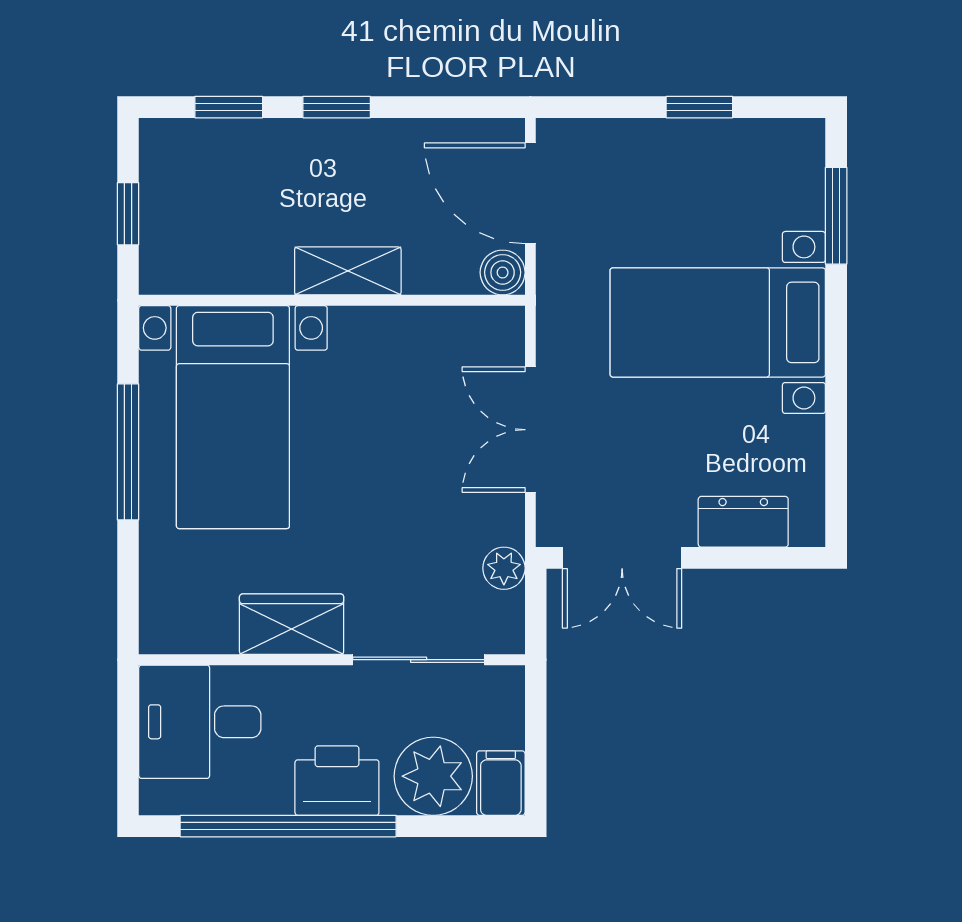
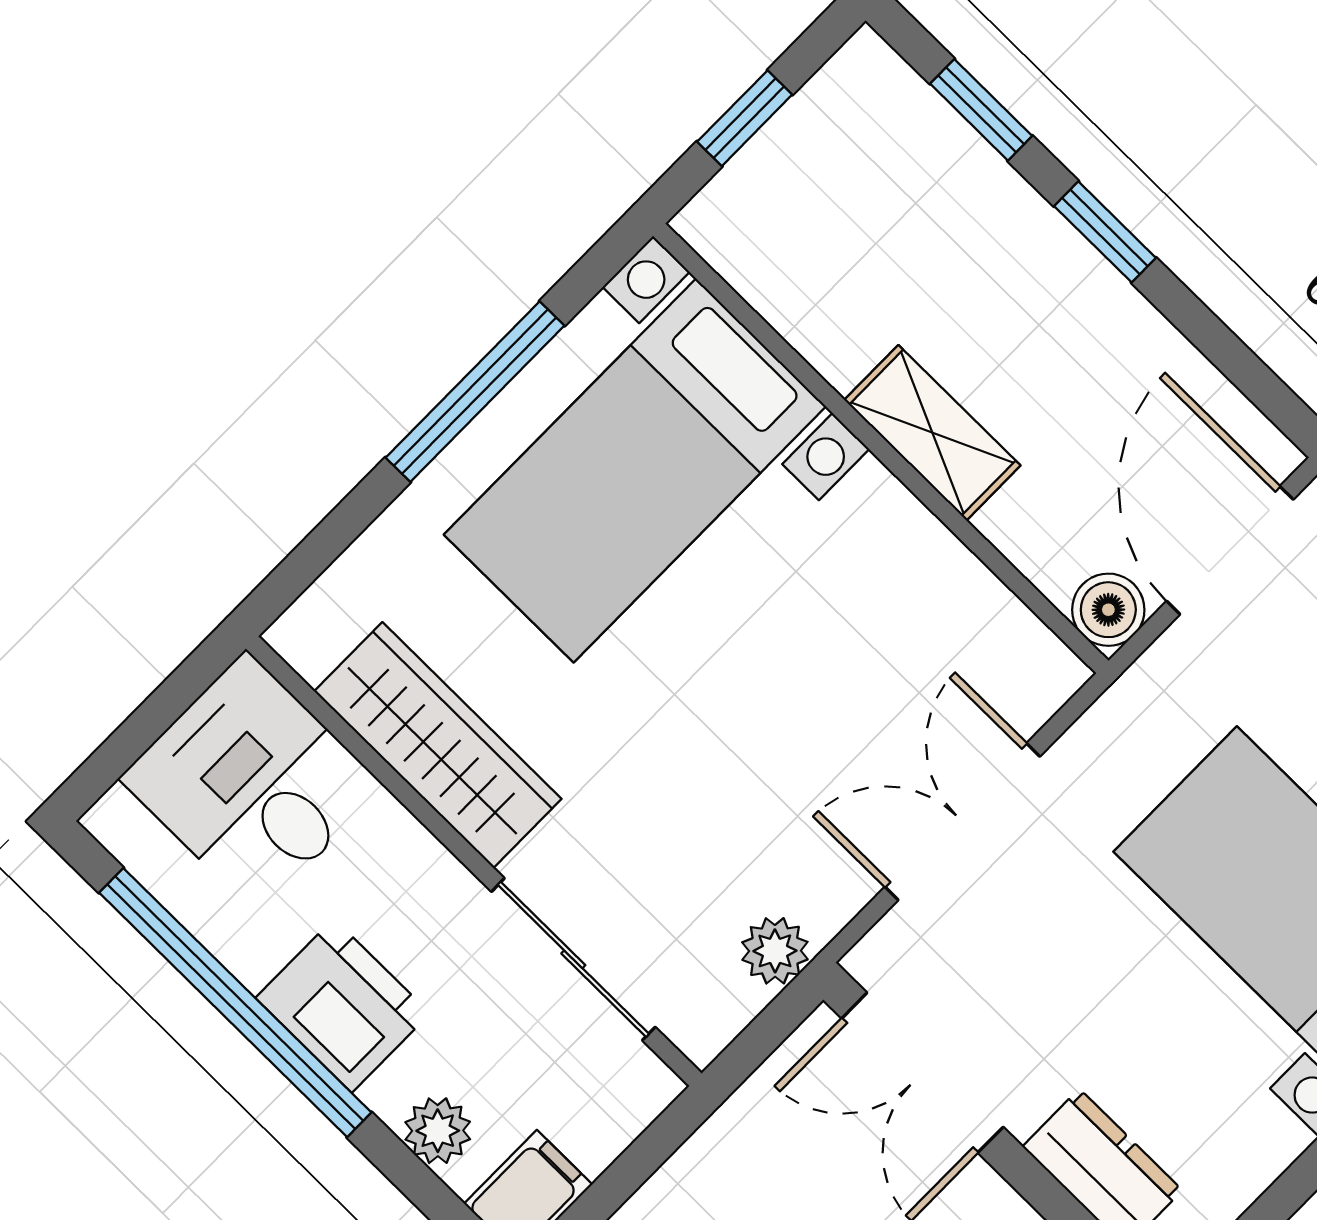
wardrobe: (292, 624) -> (438, 745), width x1.50
plant: (433, 776) -> (438, 1131), width x0.53, depth x0.53

